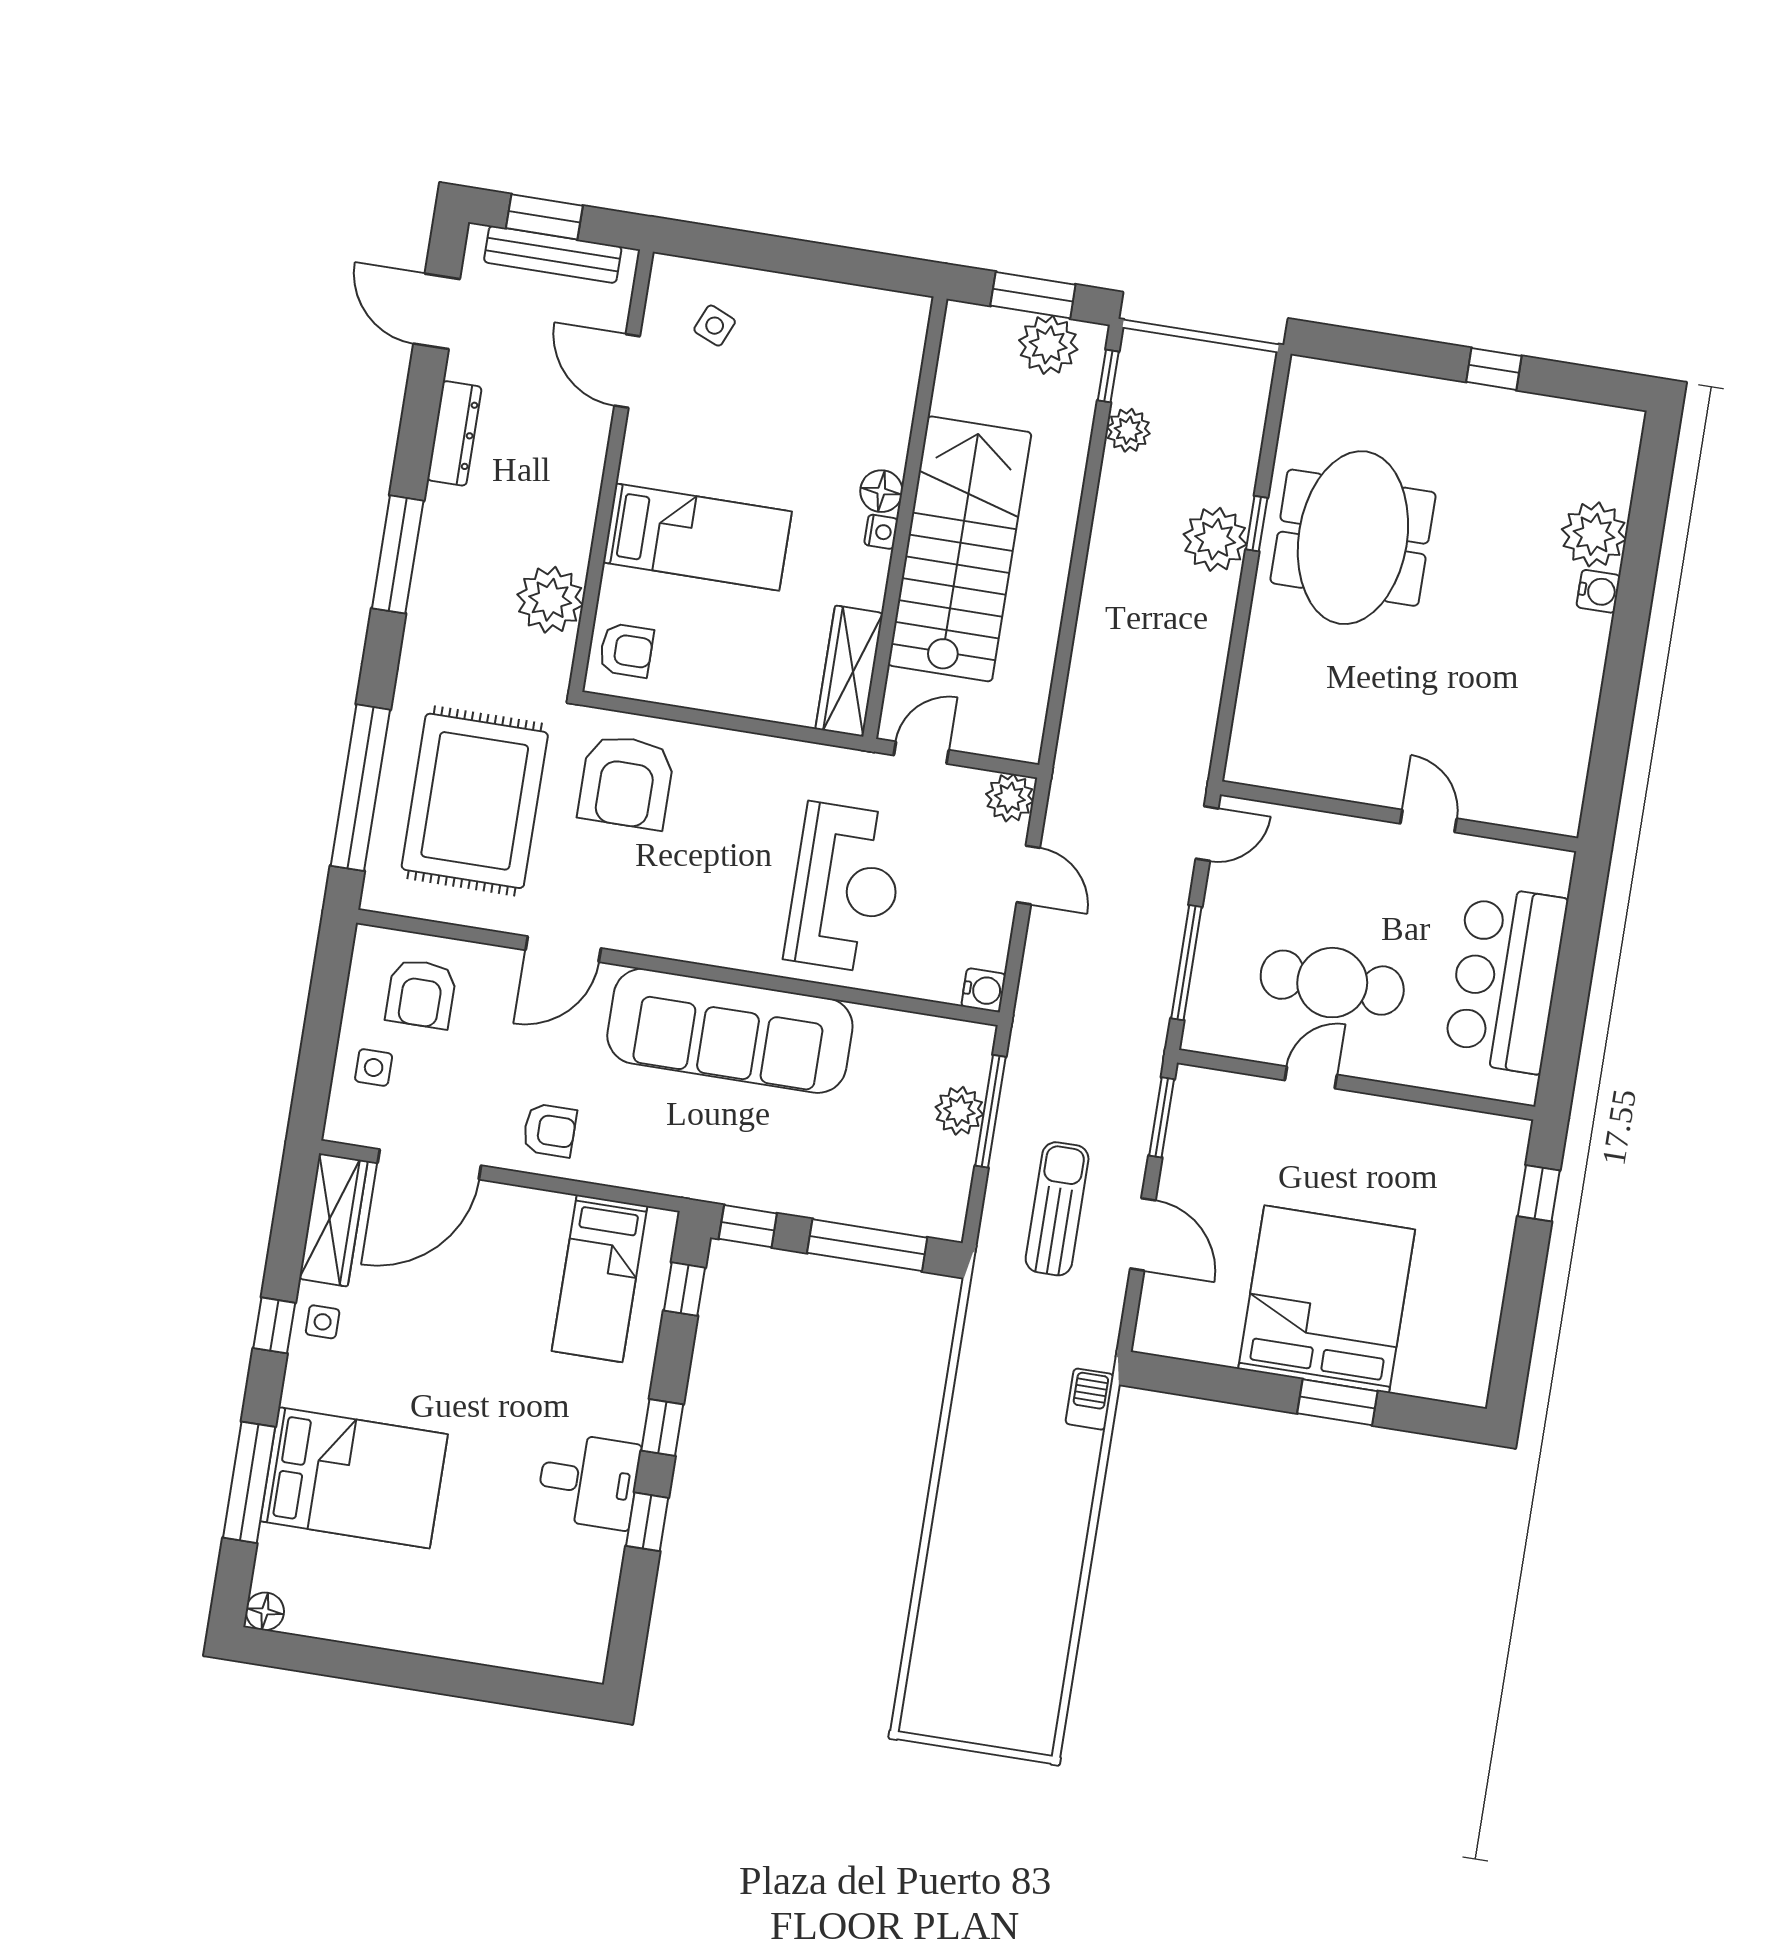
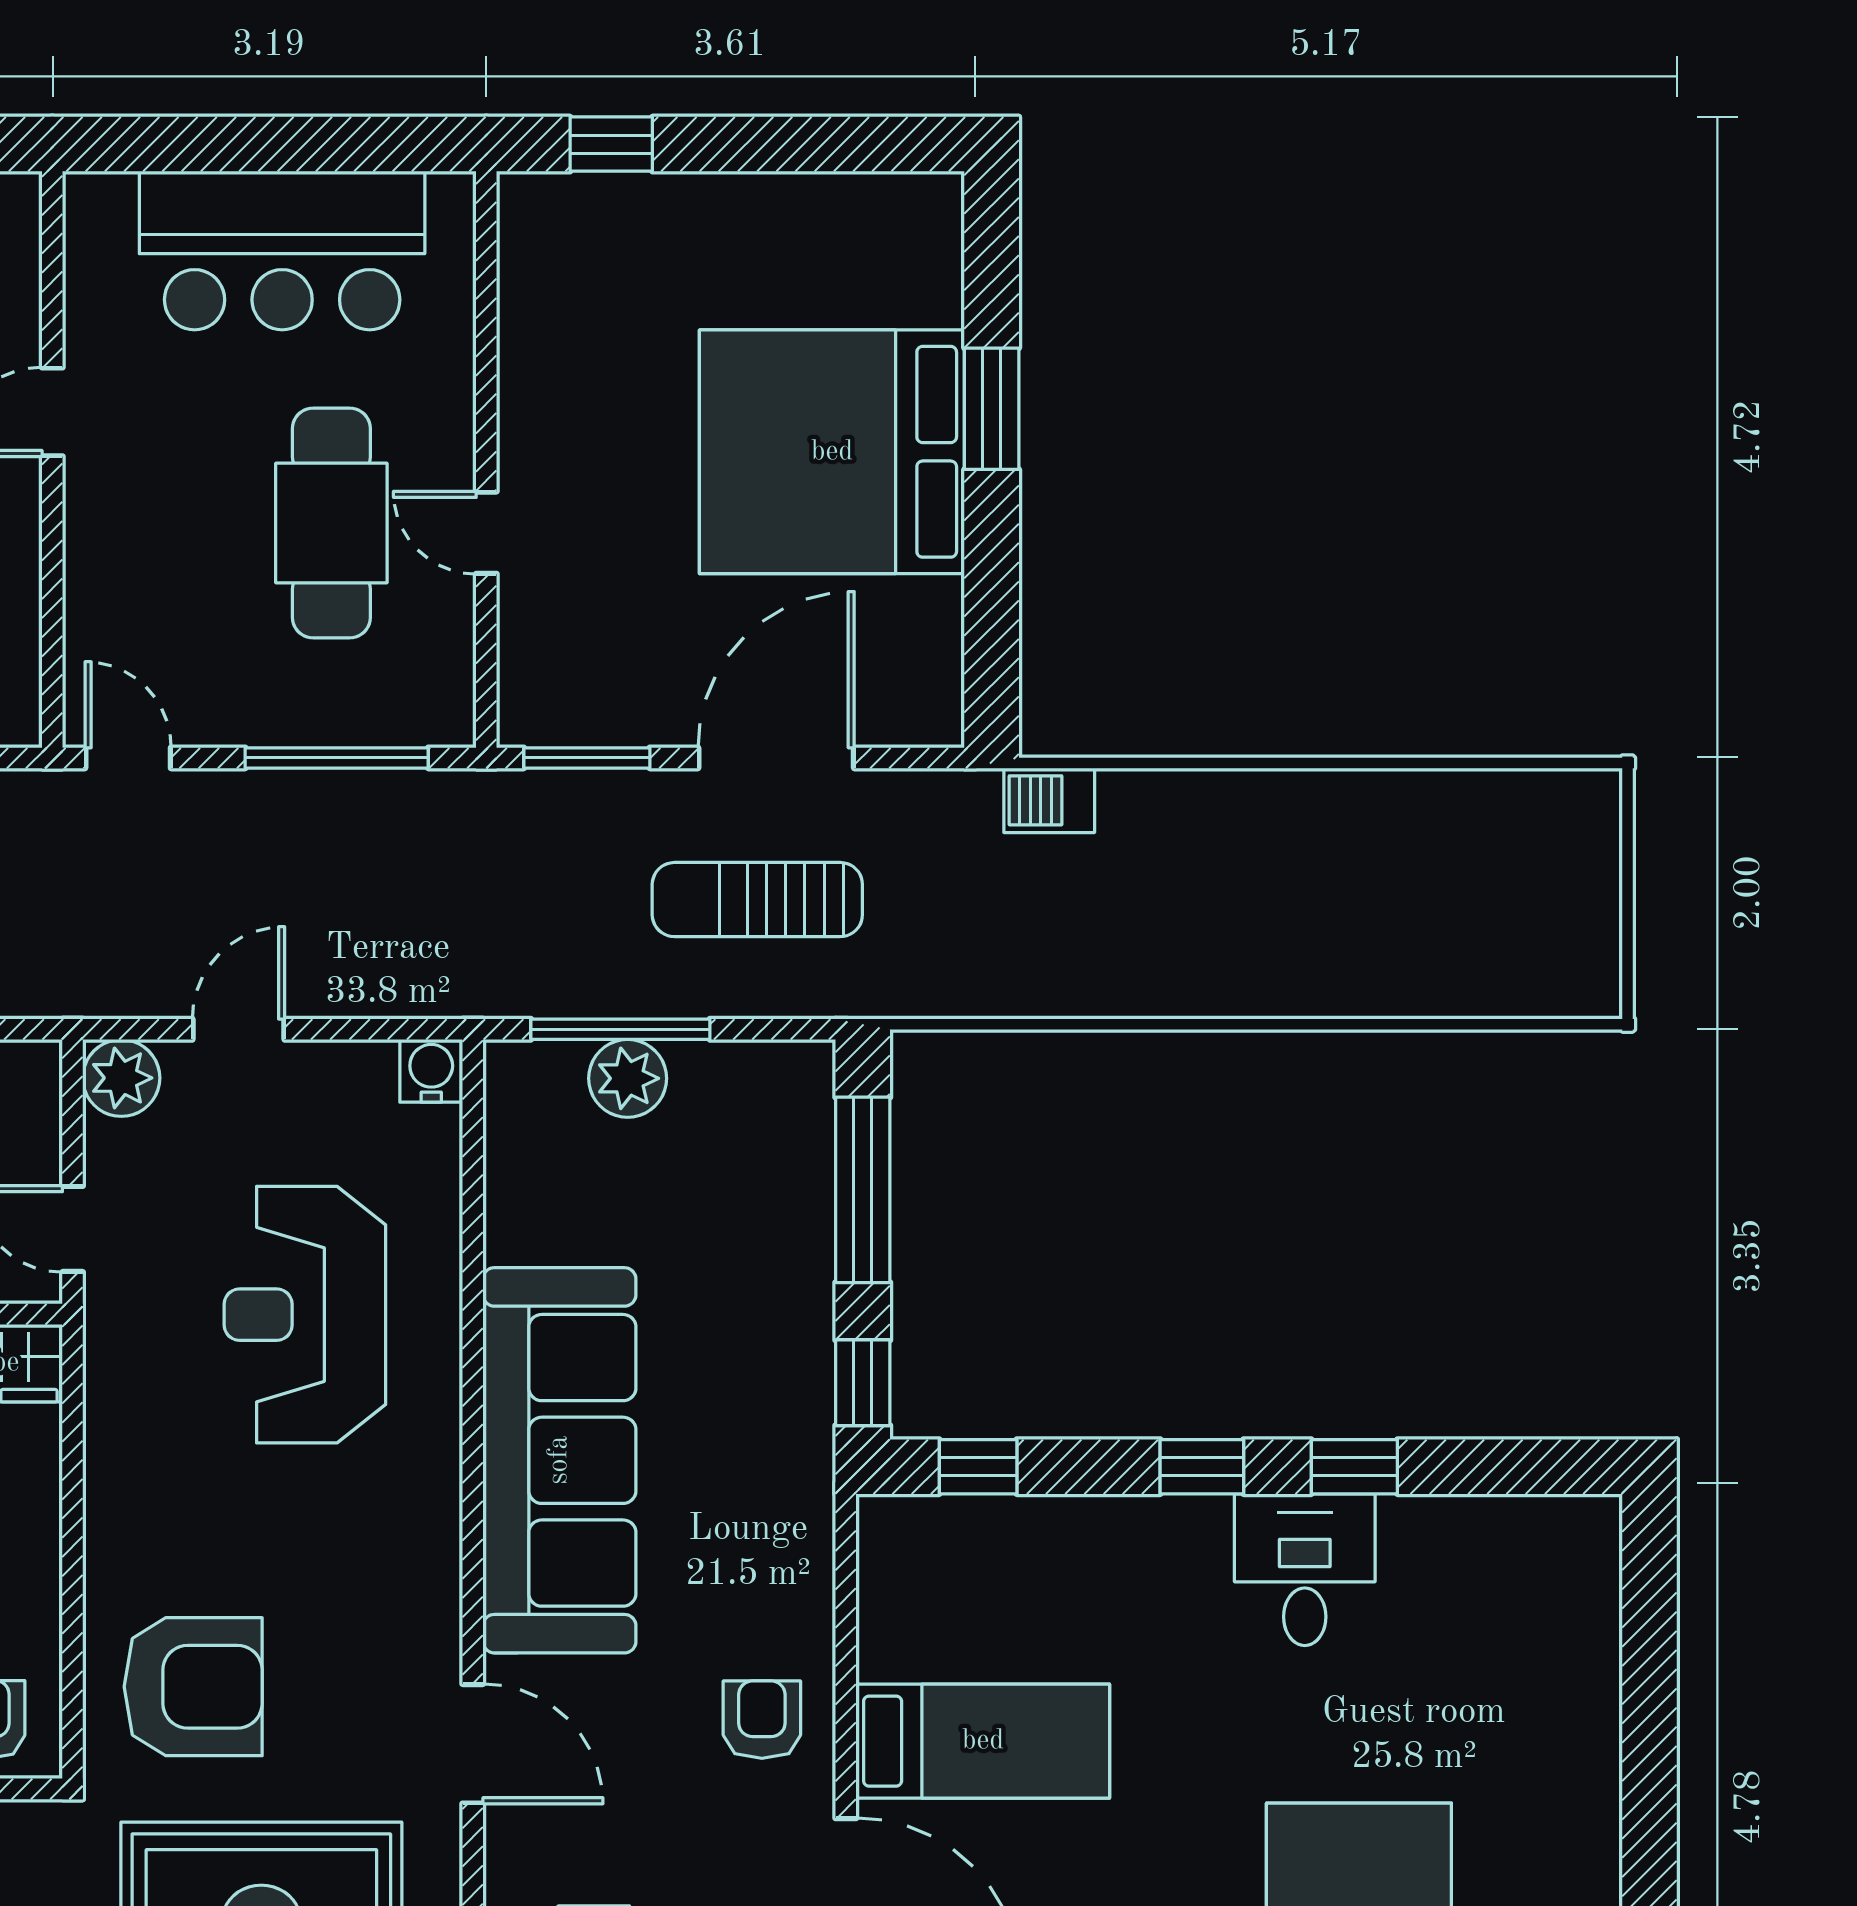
reception desk: (845, 888) -> (305, 1315), turned -90
door: (1143, 1234) -> (776, 758), width x1.36
bed: (600, 1278) -> (983, 1741), moved

